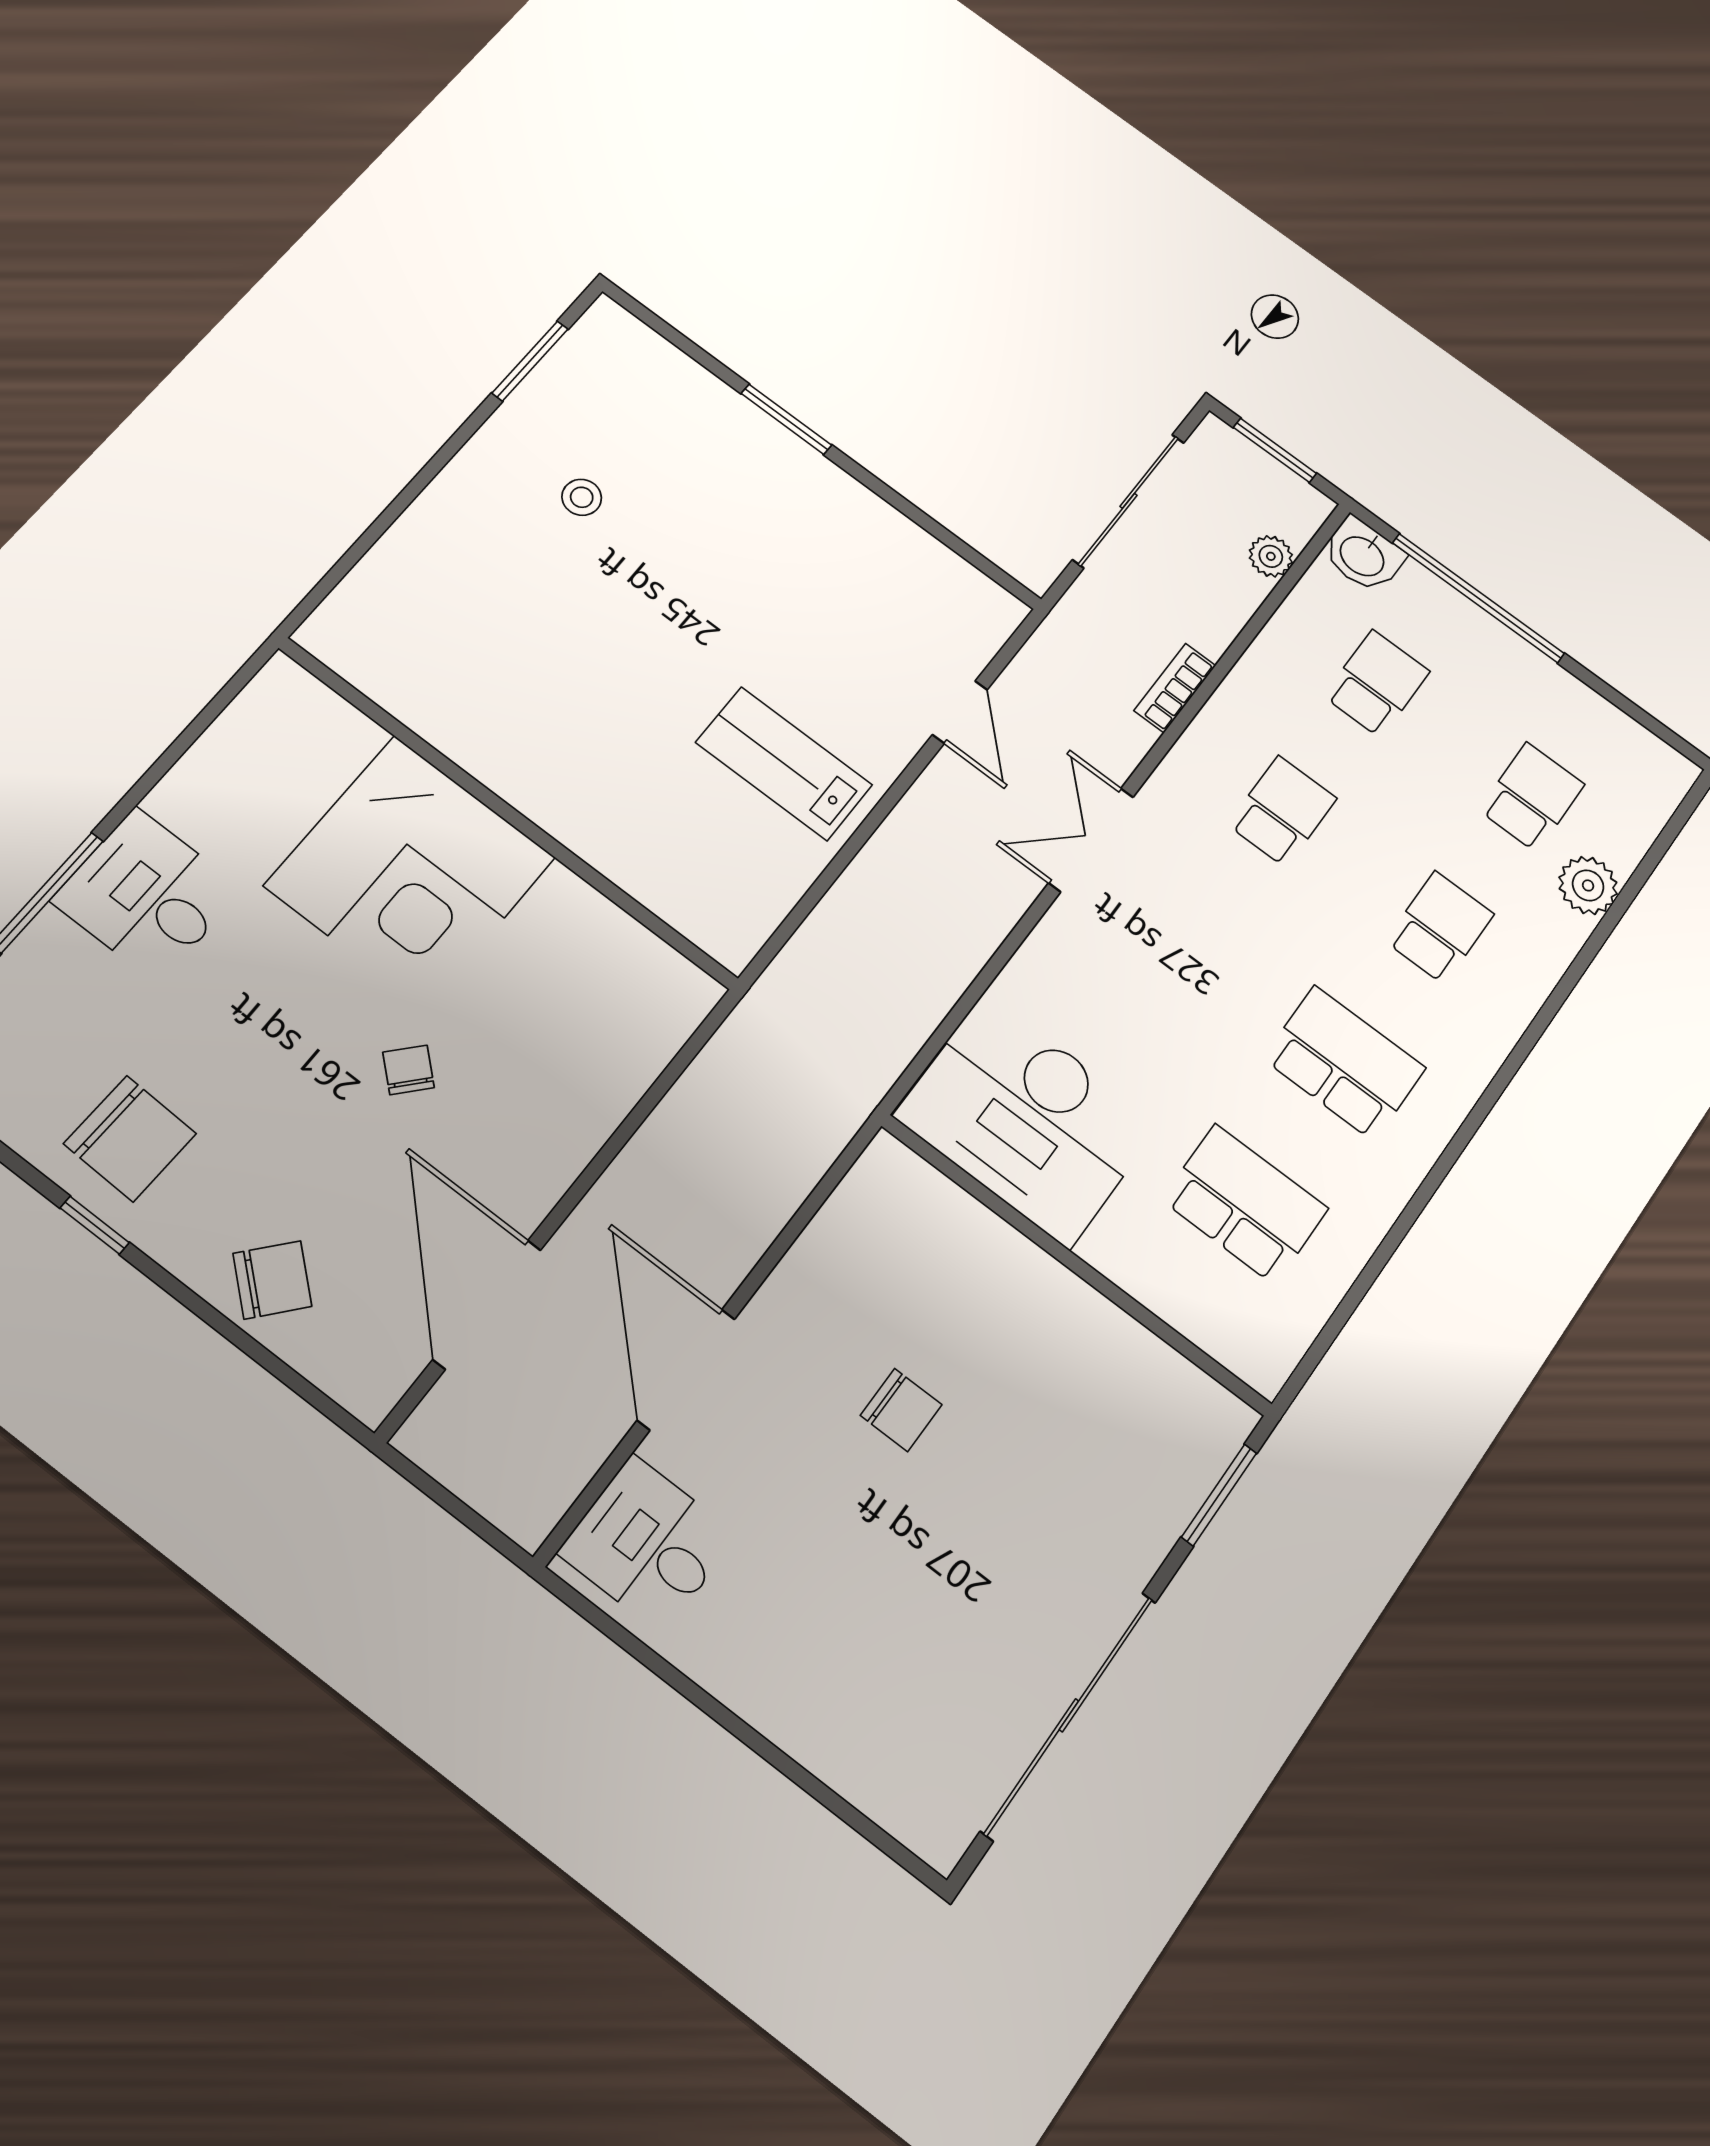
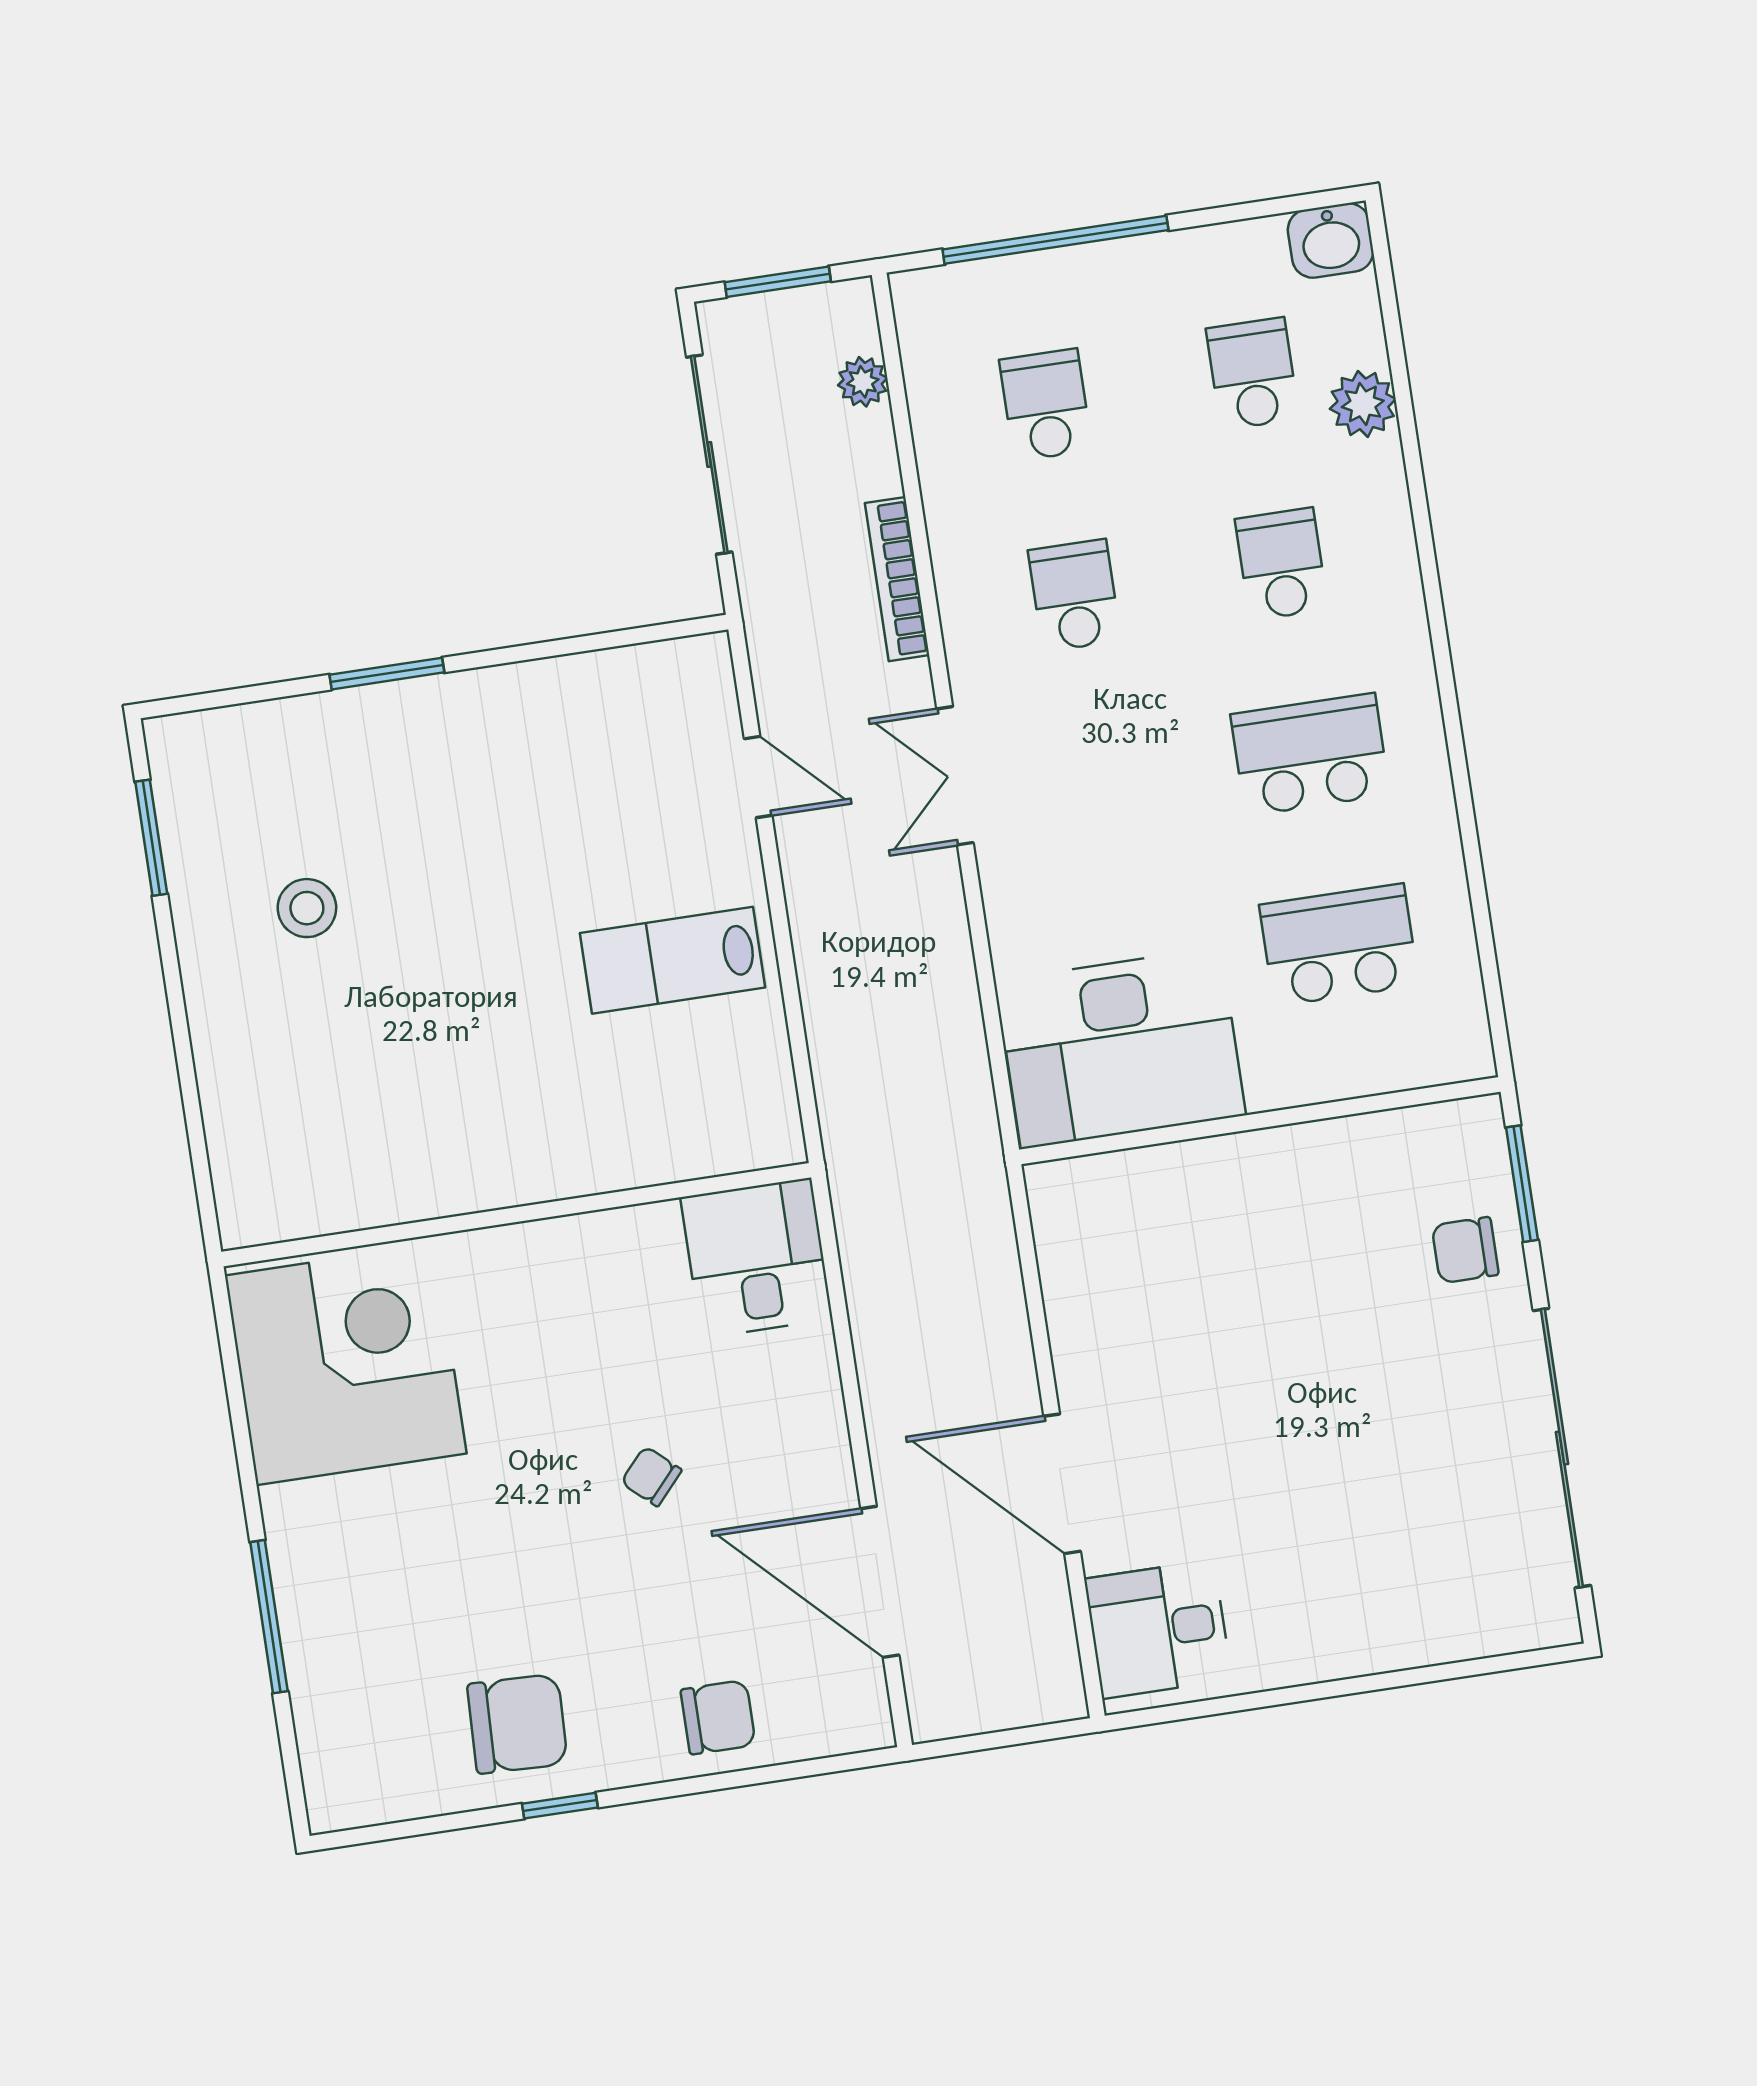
stool: (582, 497) -> (307, 908), width x1.37, depth x1.37
washbasin: (1363, 555) -> (1331, 240), moved
bookcase: (1175, 688) -> (897, 579), width x1.56
corner desk: (410, 872) -> (346, 1364), moved, turned -90
desk: (147, 895) -> (756, 1258), moved, turned 90
chair: (272, 1280) -> (718, 1717), turned 49
chair: (901, 1410) -> (1465, 1250), moved, turned 180

